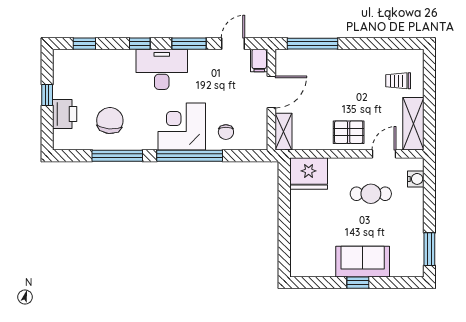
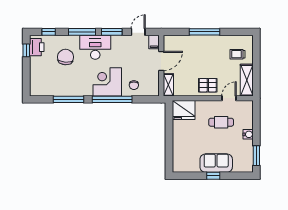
window: (140, 44) -> (82, 32), width x2.17
window: (312, 44) -> (204, 32), moved
window: (47, 95) -> (26, 50), moved
printer: (65, 114) -> (37, 47), moved
chair: (110, 121) -> (65, 57), moved
water cooler: (416, 179) -> (248, 134), moved

